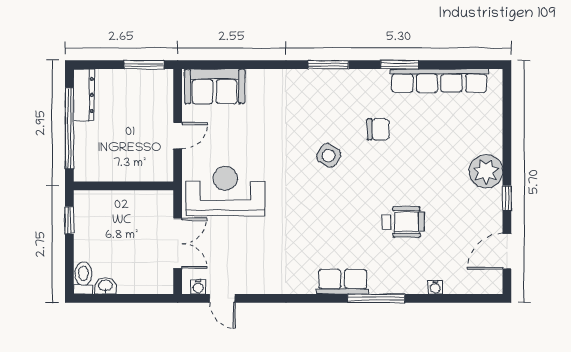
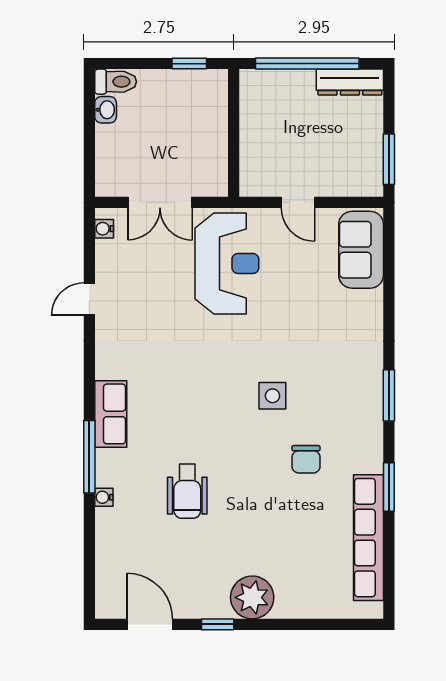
side table: (329, 156) -> (272, 396), turned -32
water cooler: (435, 287) -> (104, 497), moved
door: (222, 298) -> (89, 299), moved

